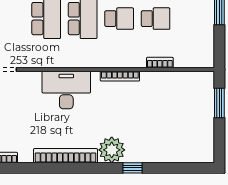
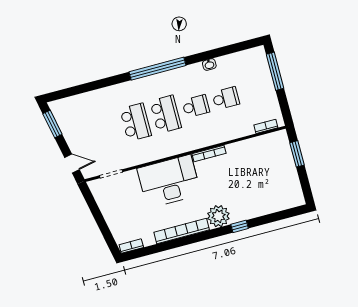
bookcase: (160, 63) -> (266, 126), moved
desk: (66, 90) -> (169, 181), width x1.36, depth x1.30

